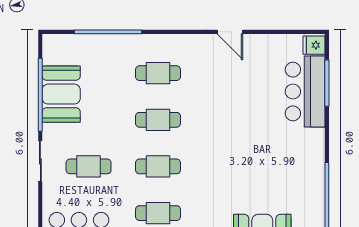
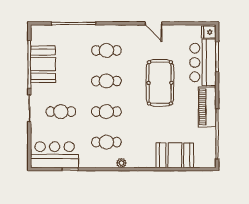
pool table: (240, 123) -> (160, 83), added
piano: (312, 159) -> (207, 107), added

